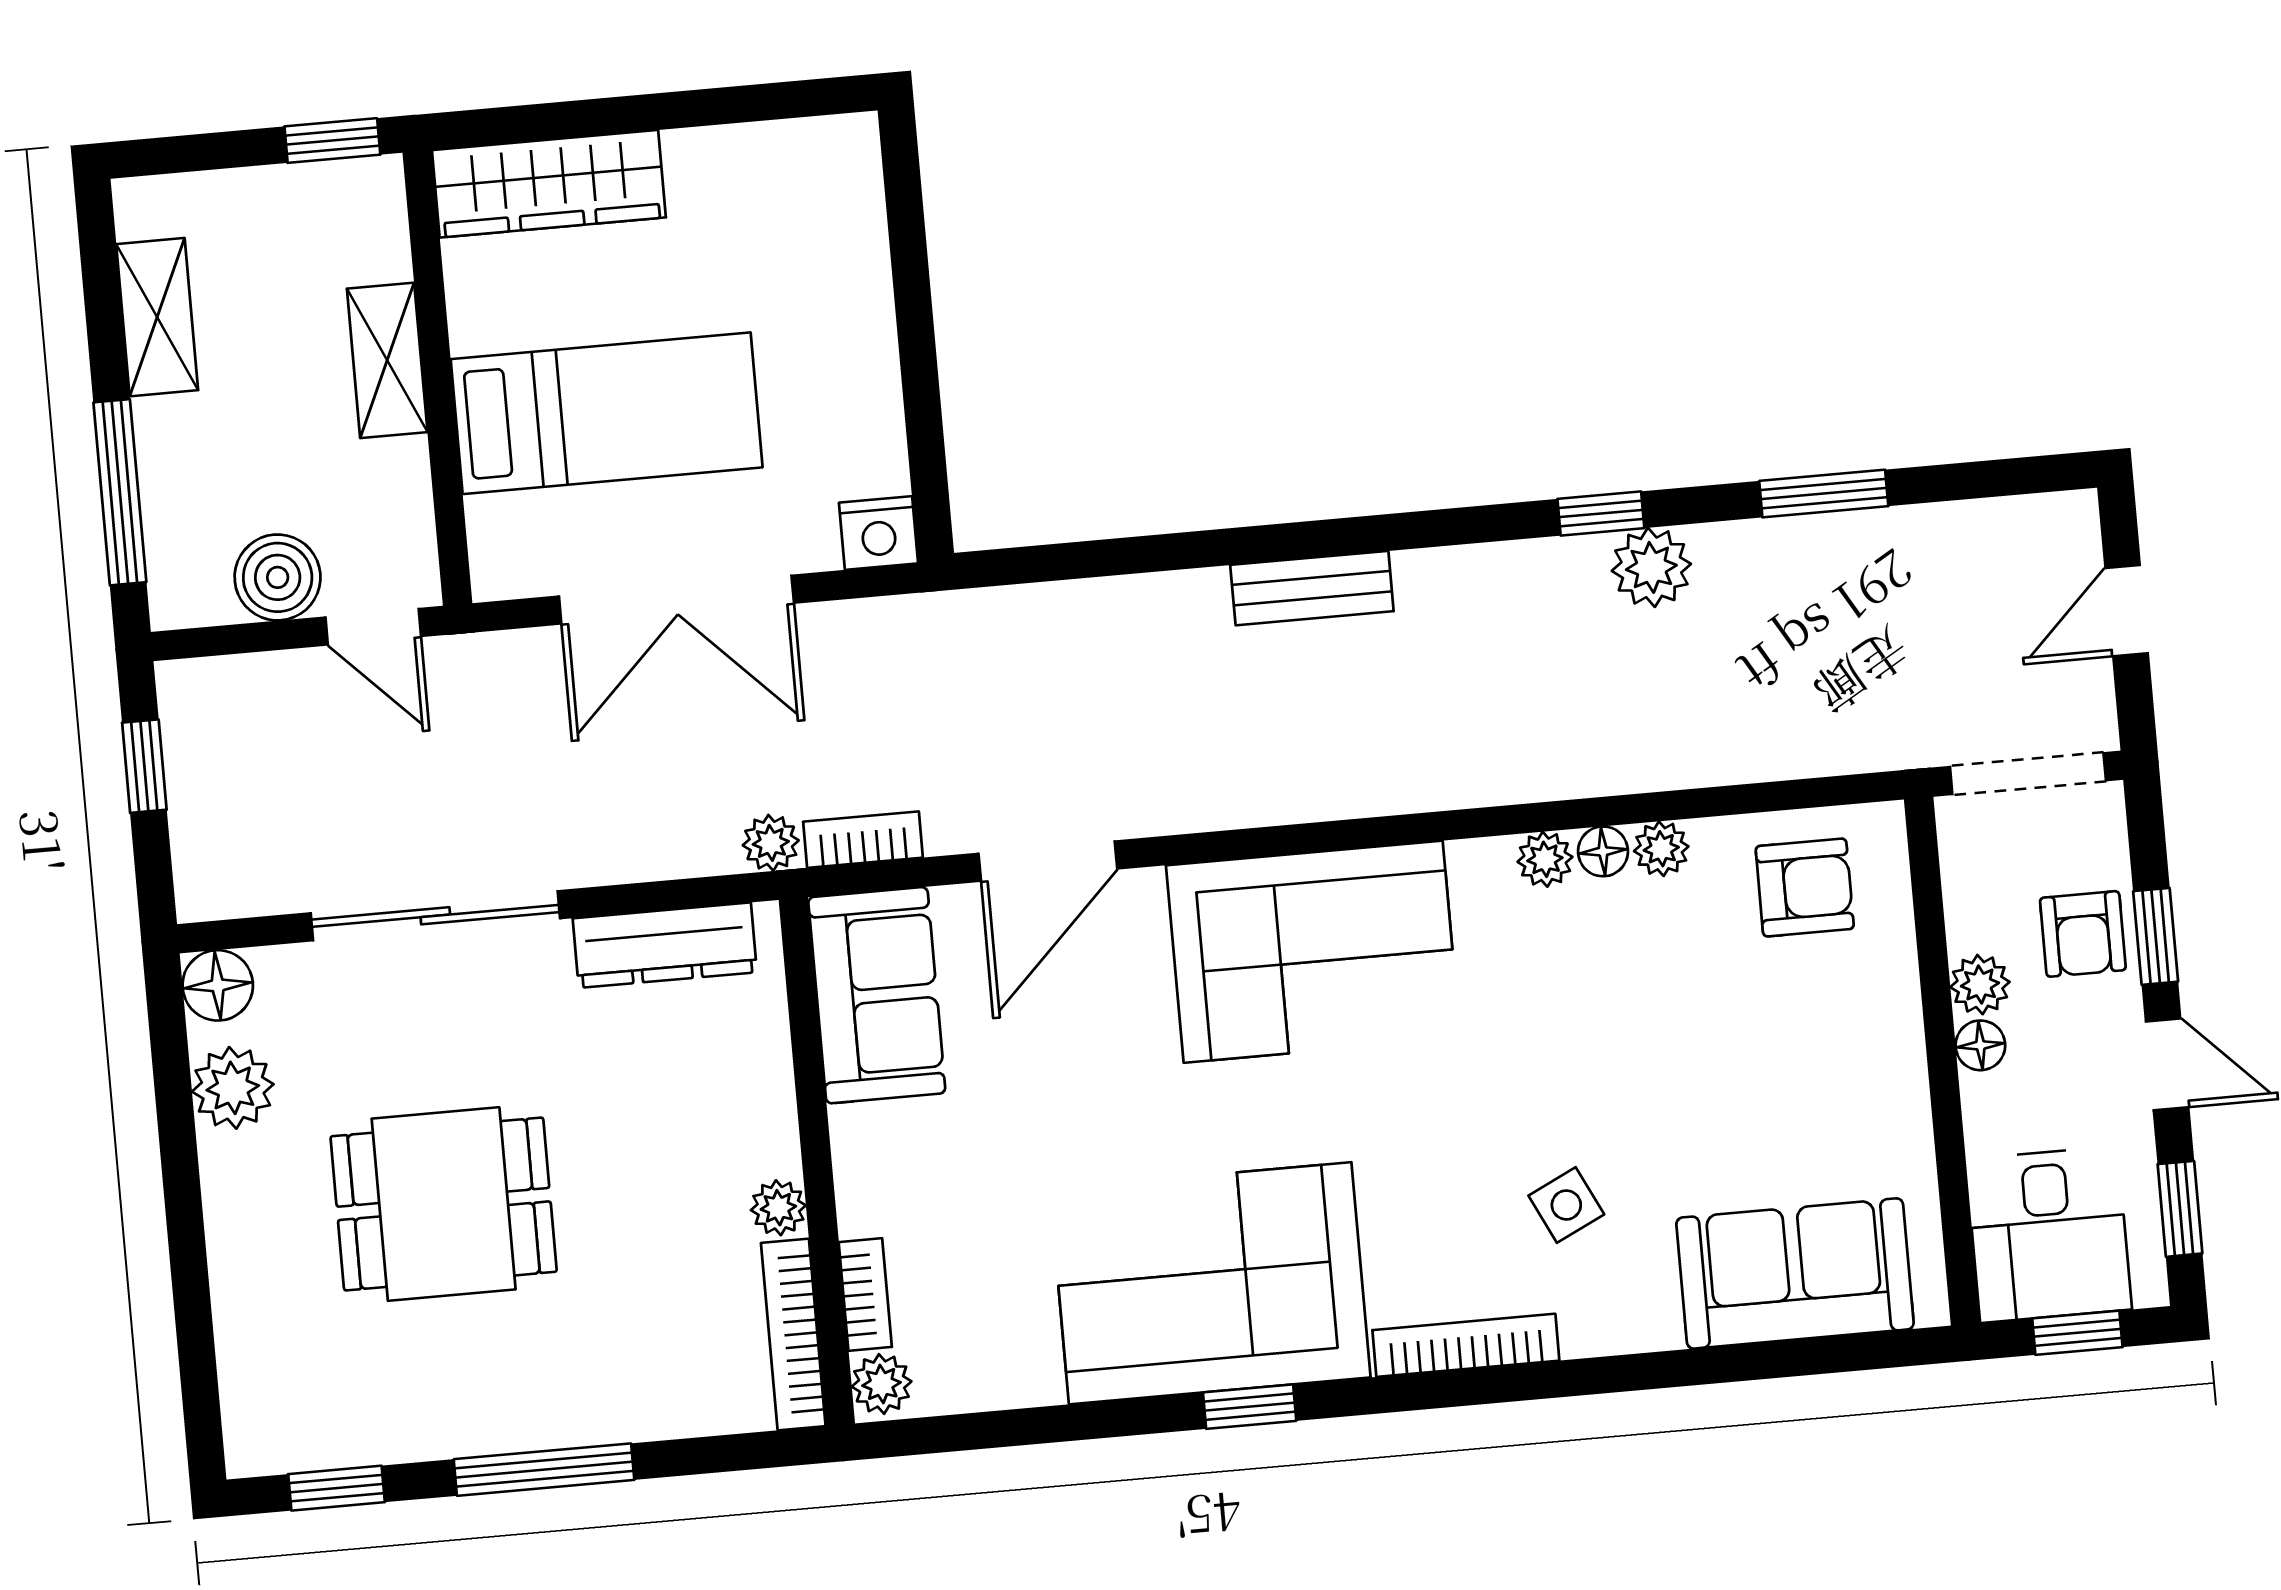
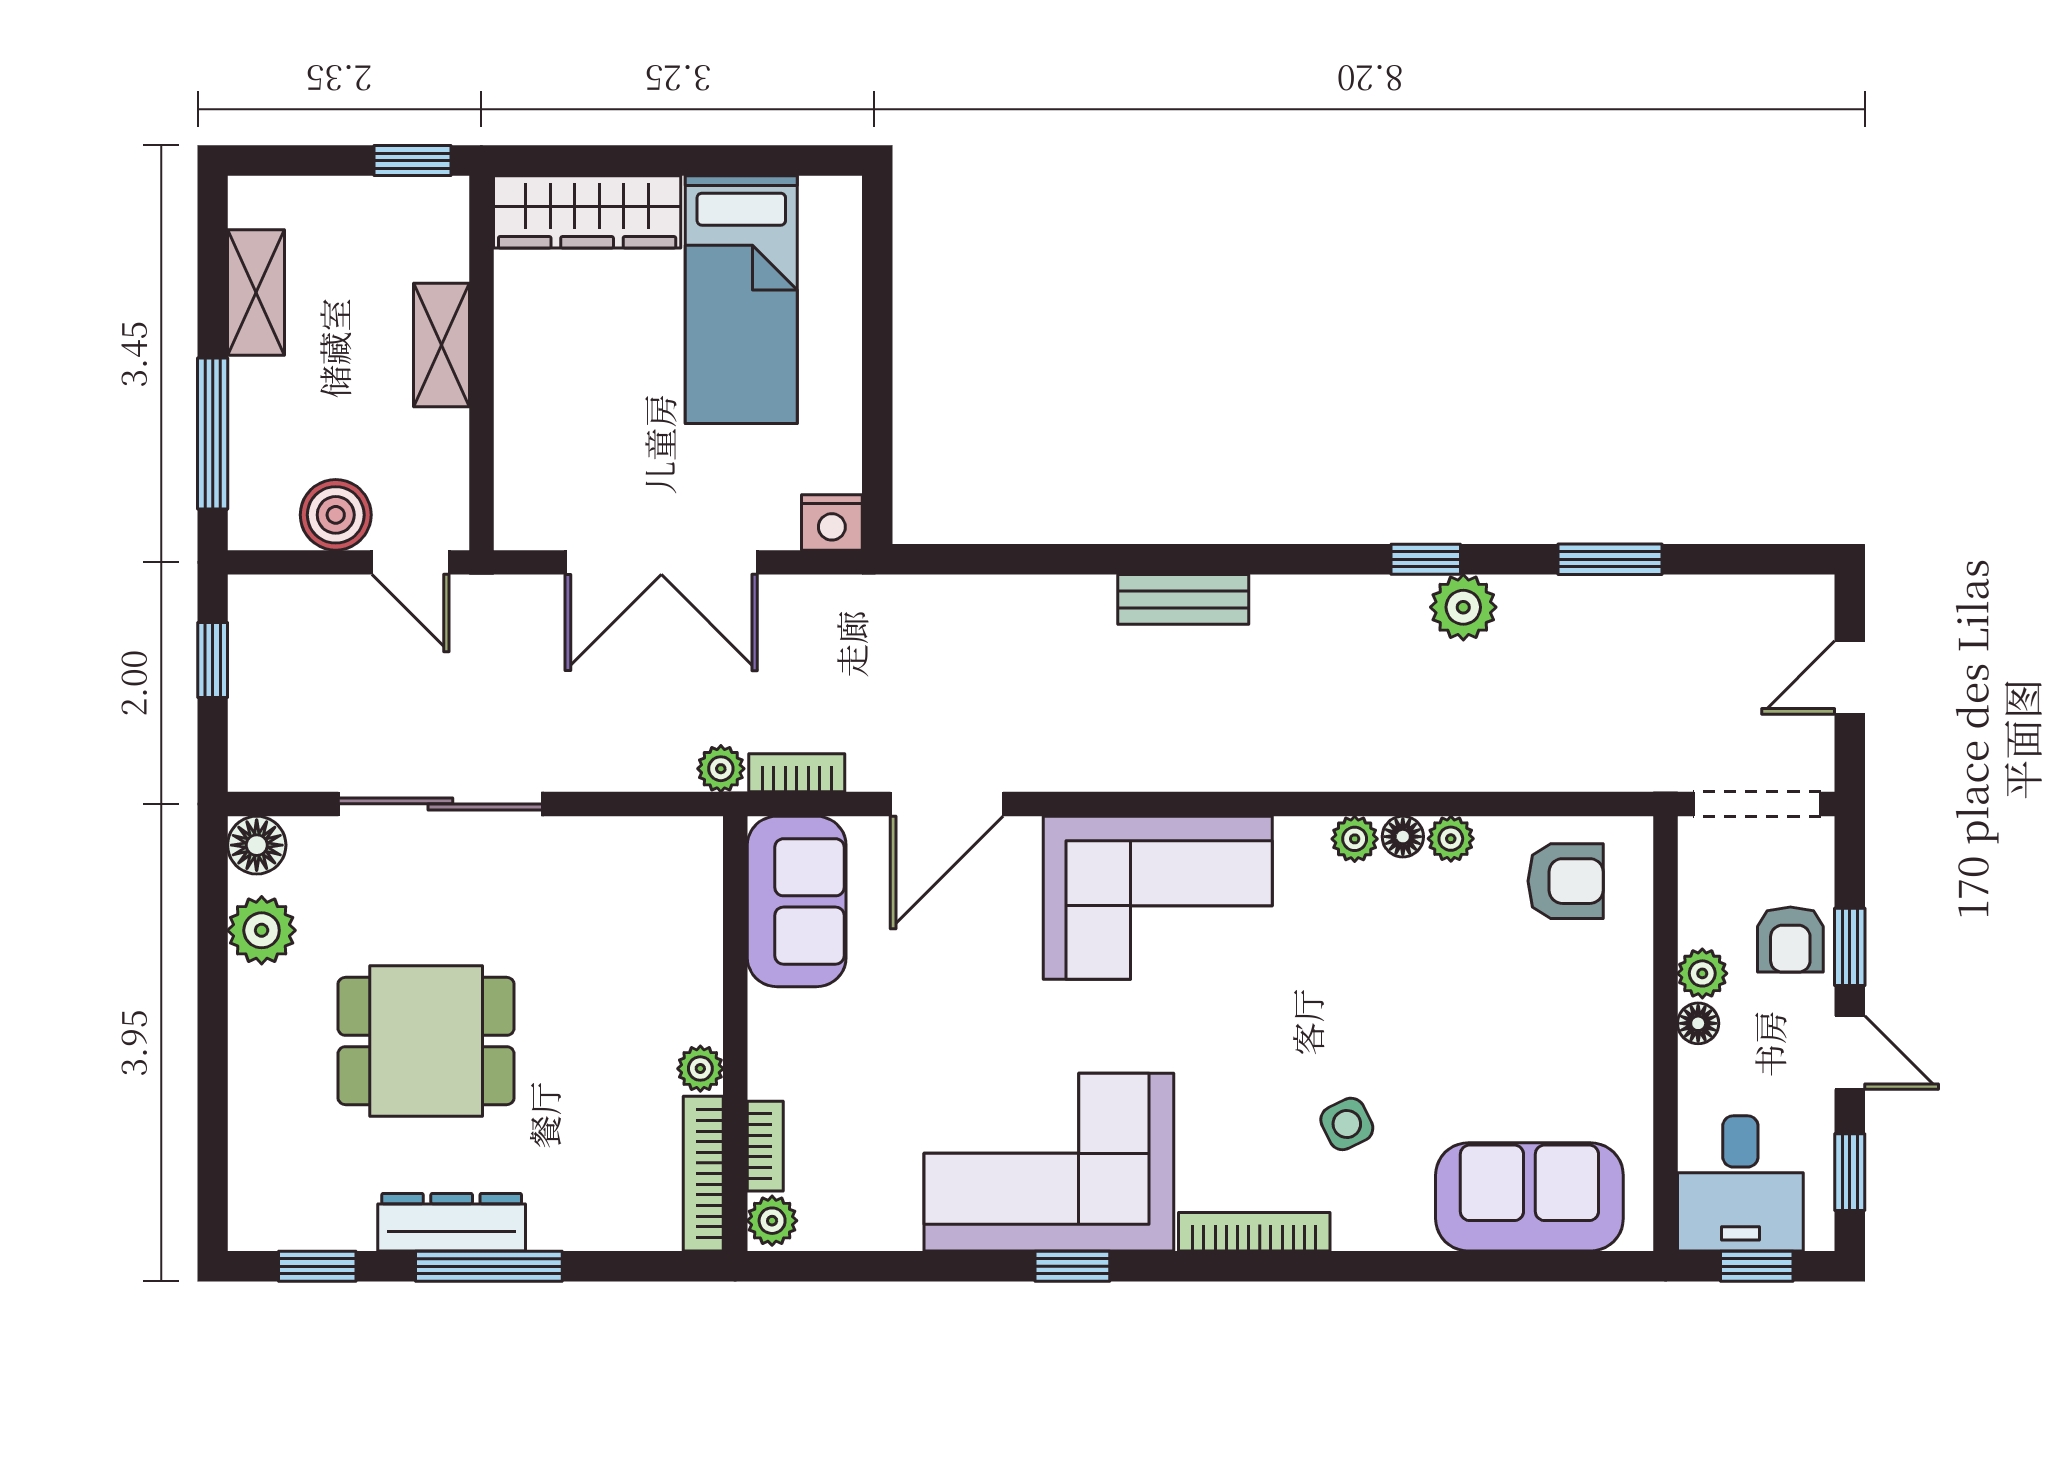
bed: (607, 413) -> (741, 300), moved, turned 90
dresser: (665, 945) -> (452, 1222), moved, turned 180

